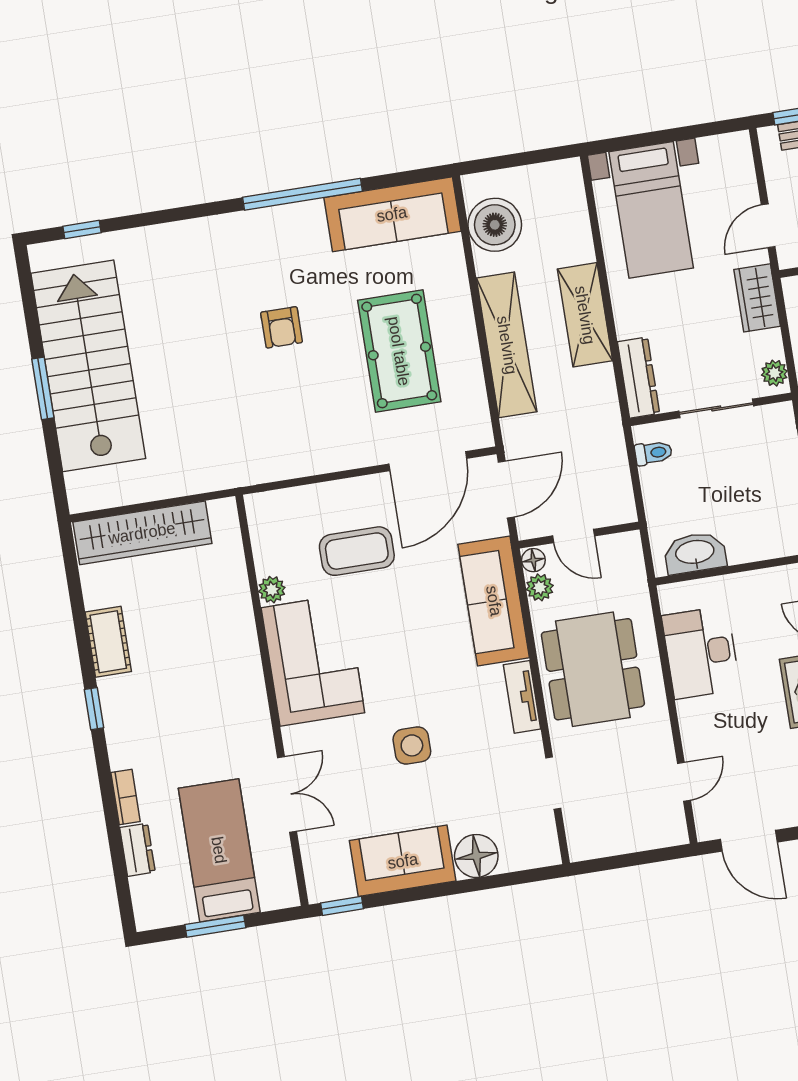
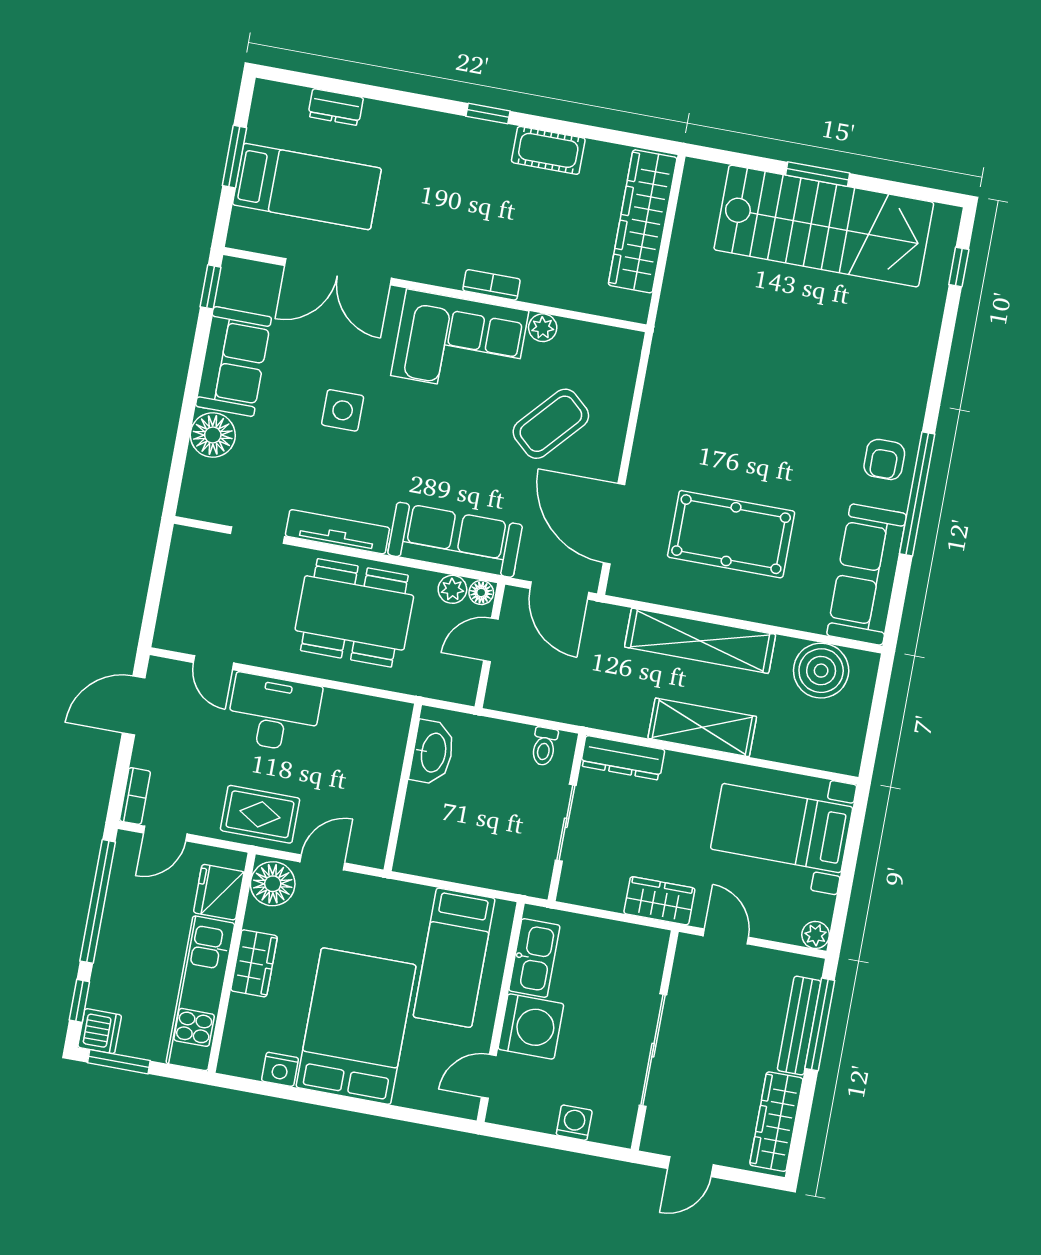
armchair: (282, 327) -> (884, 459), moved, turned -90
plant: (774, 373) -> (816, 935), moved
coffee table: (357, 551) -> (551, 424), turned 42
desk: (701, 652) -> (274, 713), moved
tv unit: (522, 697) -> (337, 532), width x1.41
double door: (287, 794) -> (338, 272), width x1.37
bookcase: (126, 797) -> (492, 285), moved, turned 180

